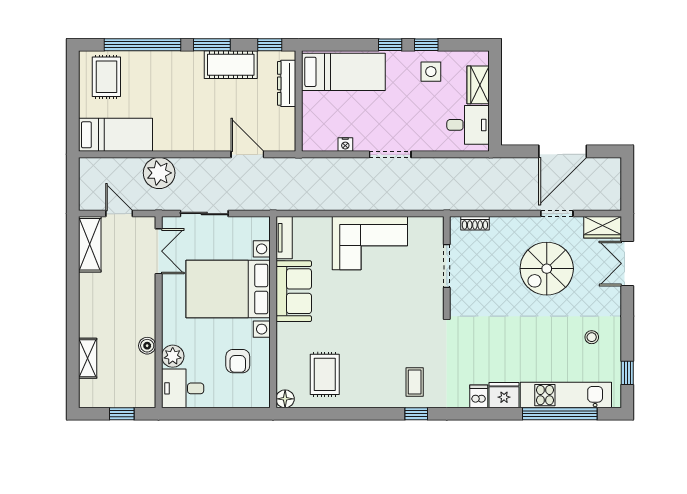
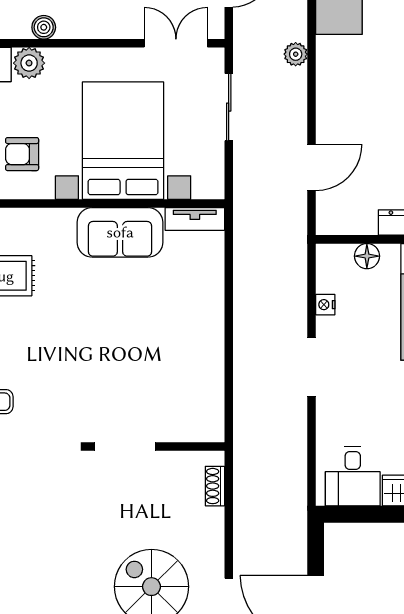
floor lamp: (311, 115) -> (367, 256), added
plant: (159, 173) -> (296, 54), width x0.53, depth x0.53
corner sofa: (370, 243) -> (187, 339), removed
double door: (159, 251) -> (176, 43), swing flipped
doorway: (447, 266) -> (125, 447), moved

